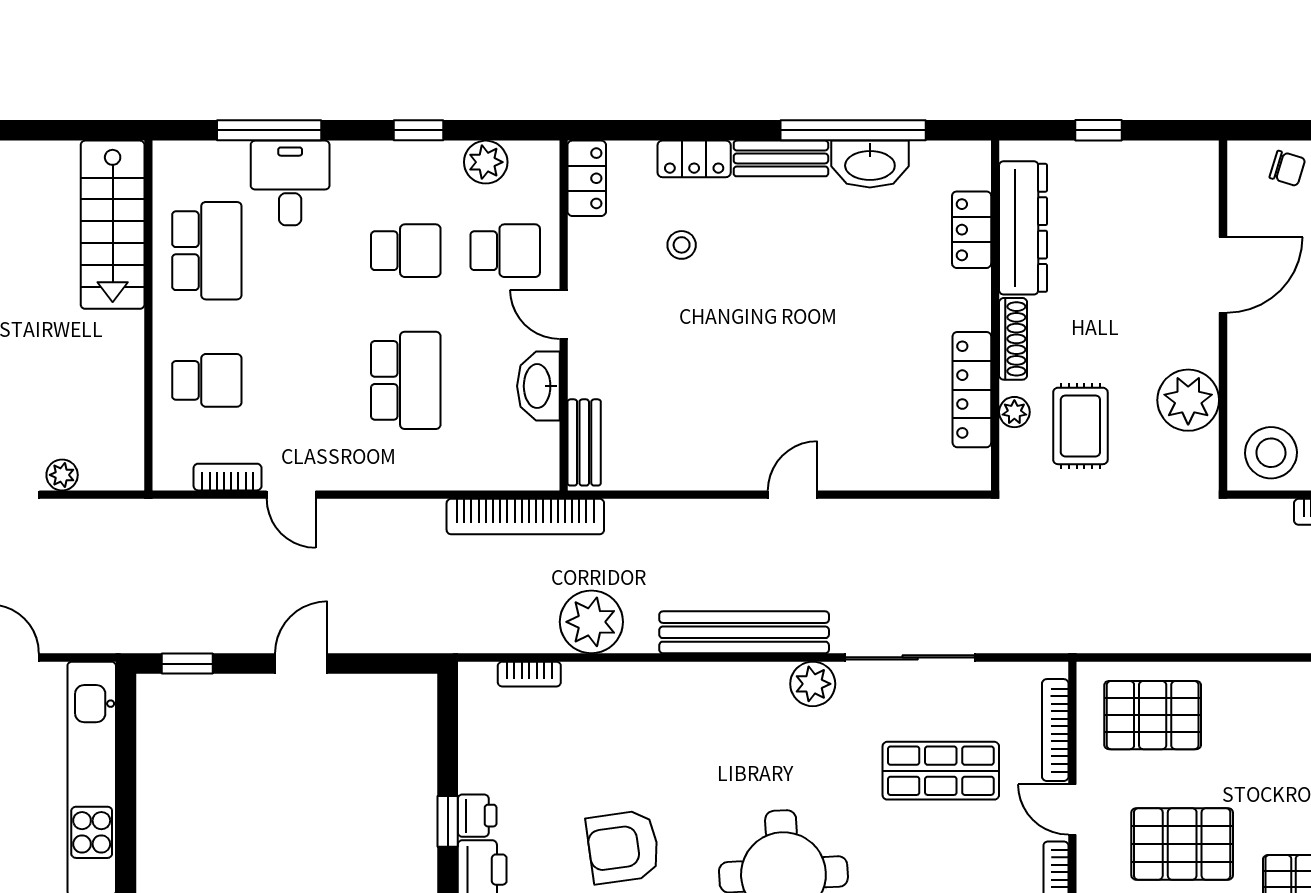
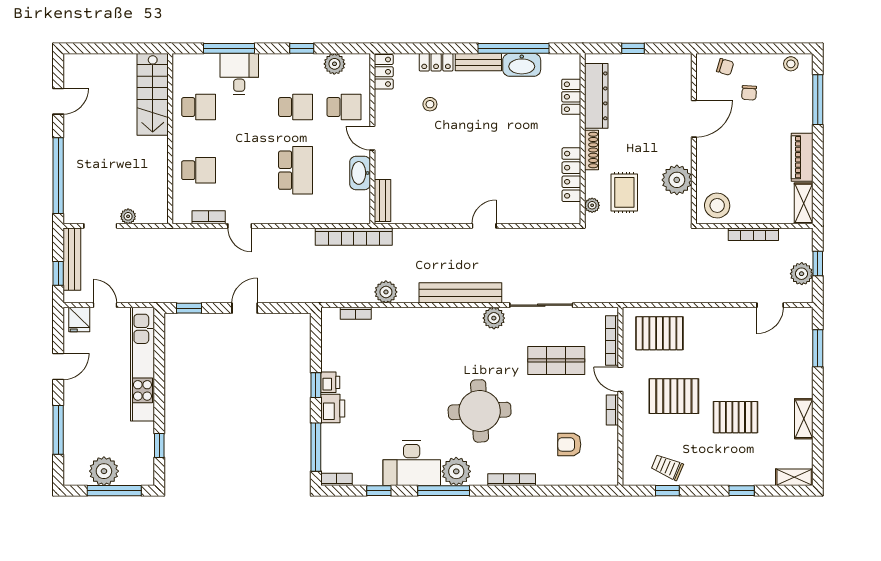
school desk: (207, 251) -> (199, 107), width x0.54
plant: (1014, 412) -> (592, 205), moved
plant: (591, 622) -> (386, 292), width x0.73, depth x0.73
armchair: (623, 847) -> (401, 398), removed

